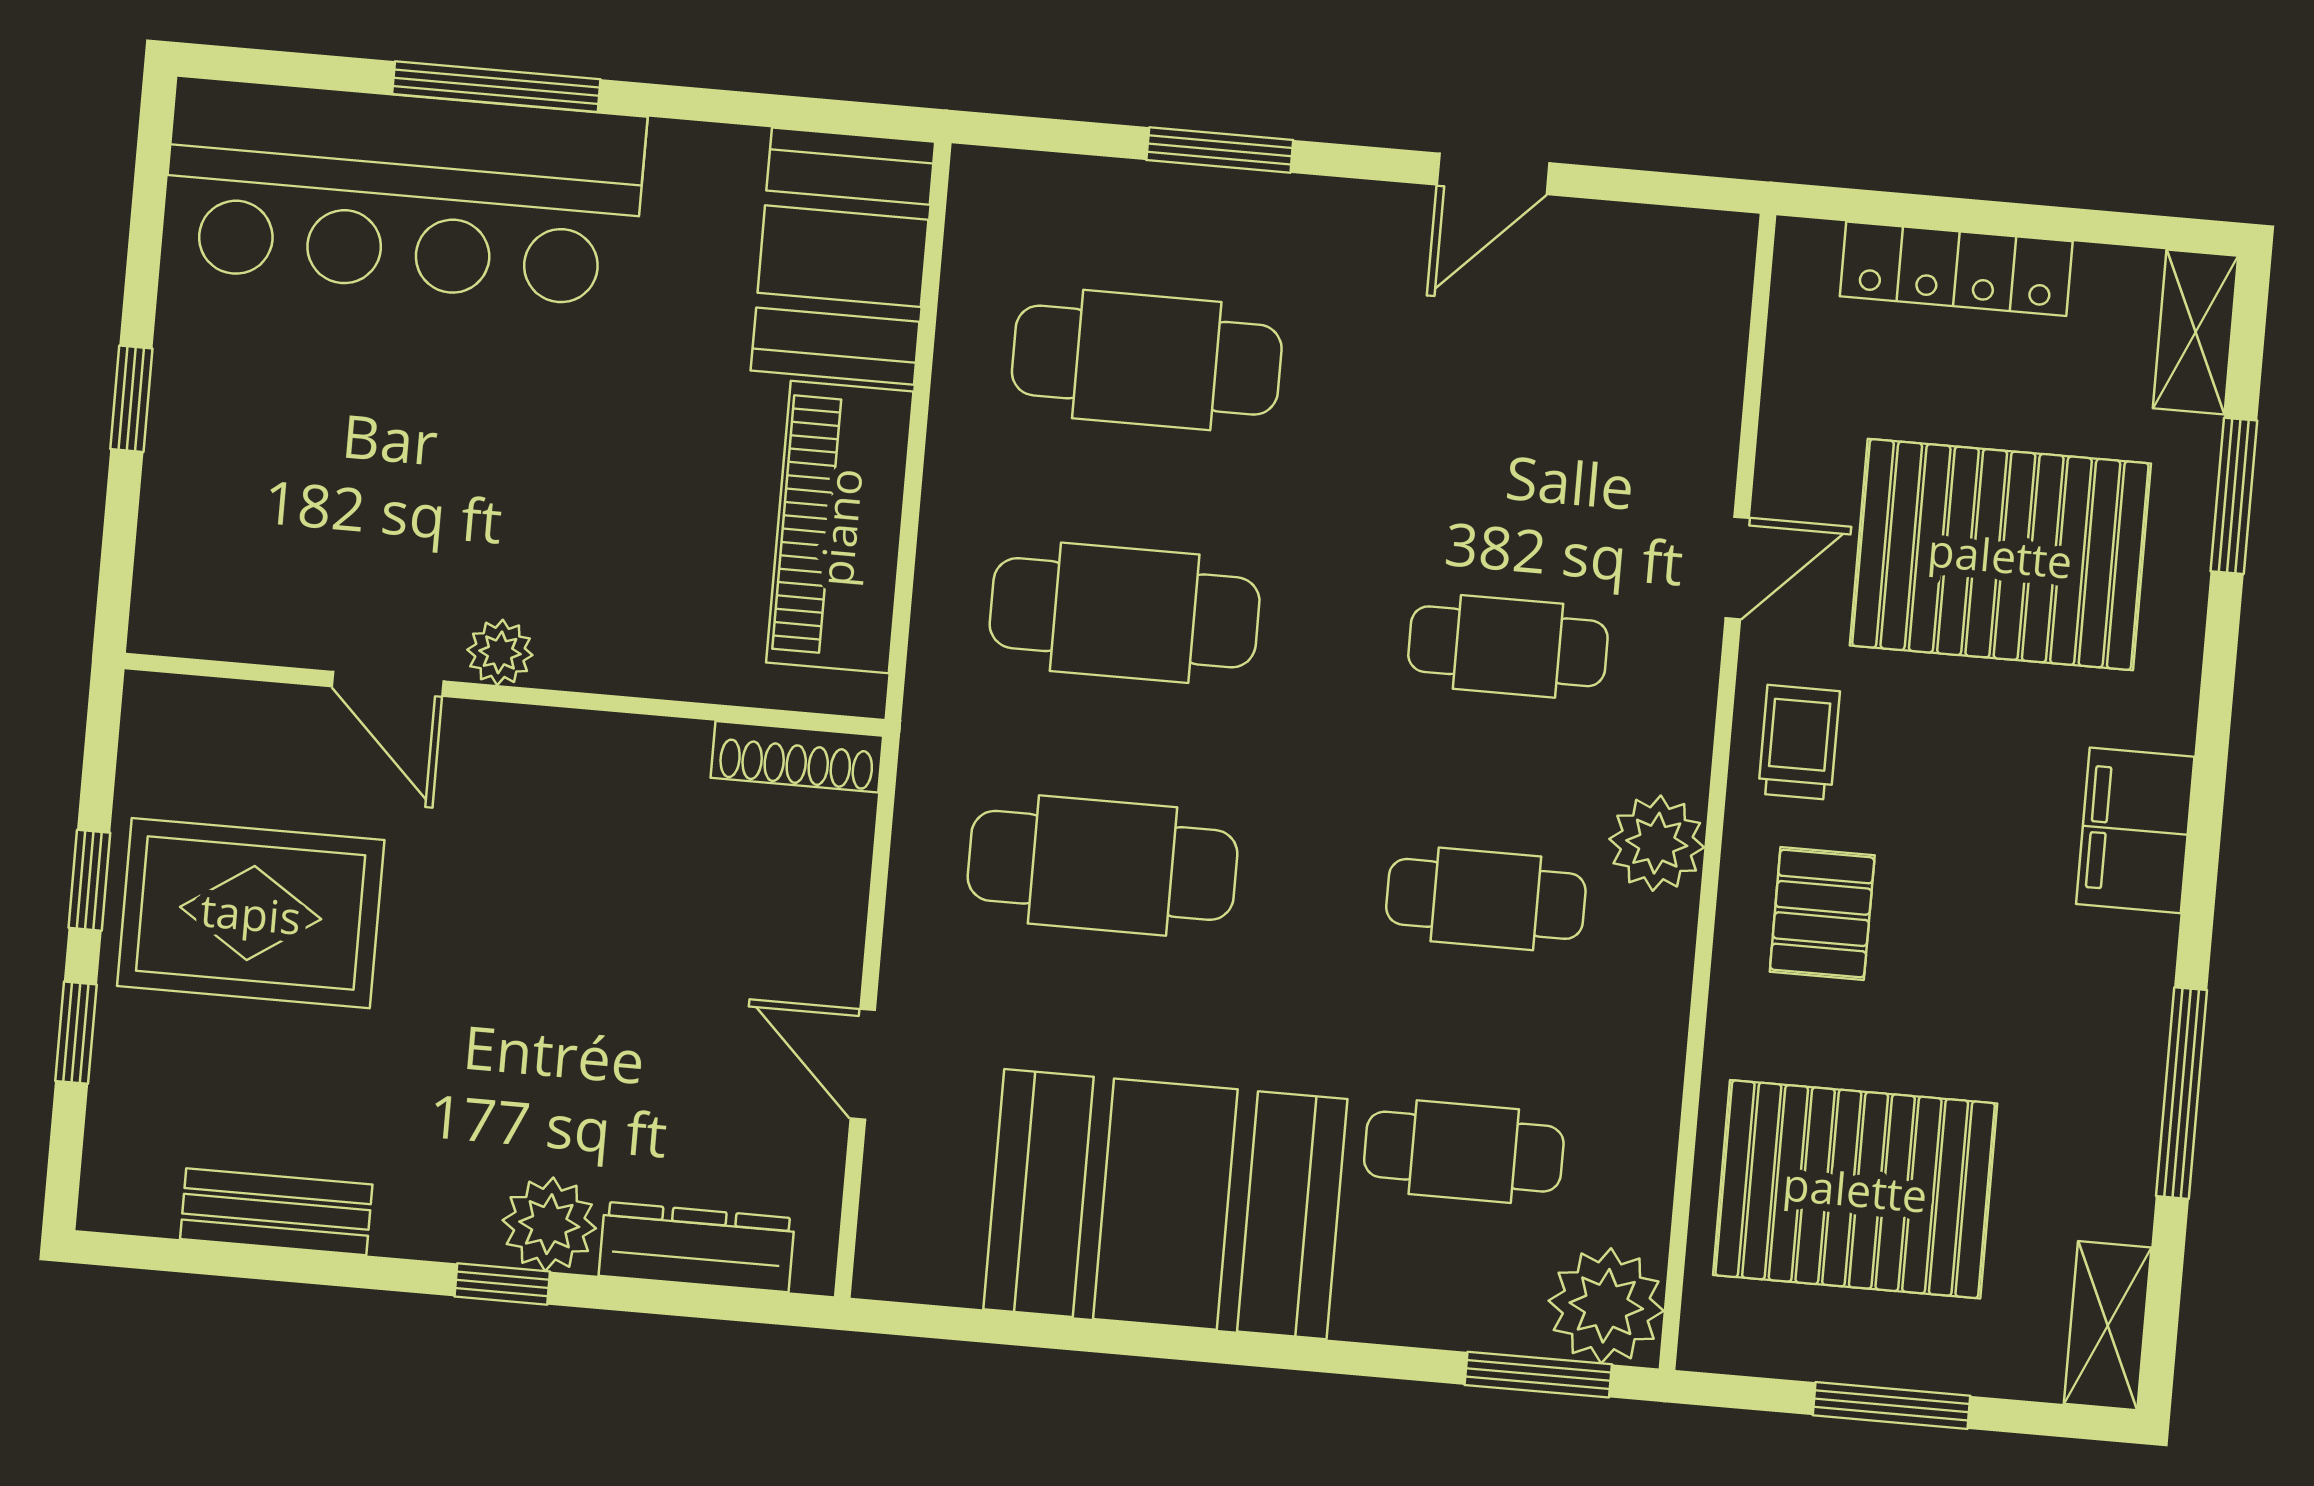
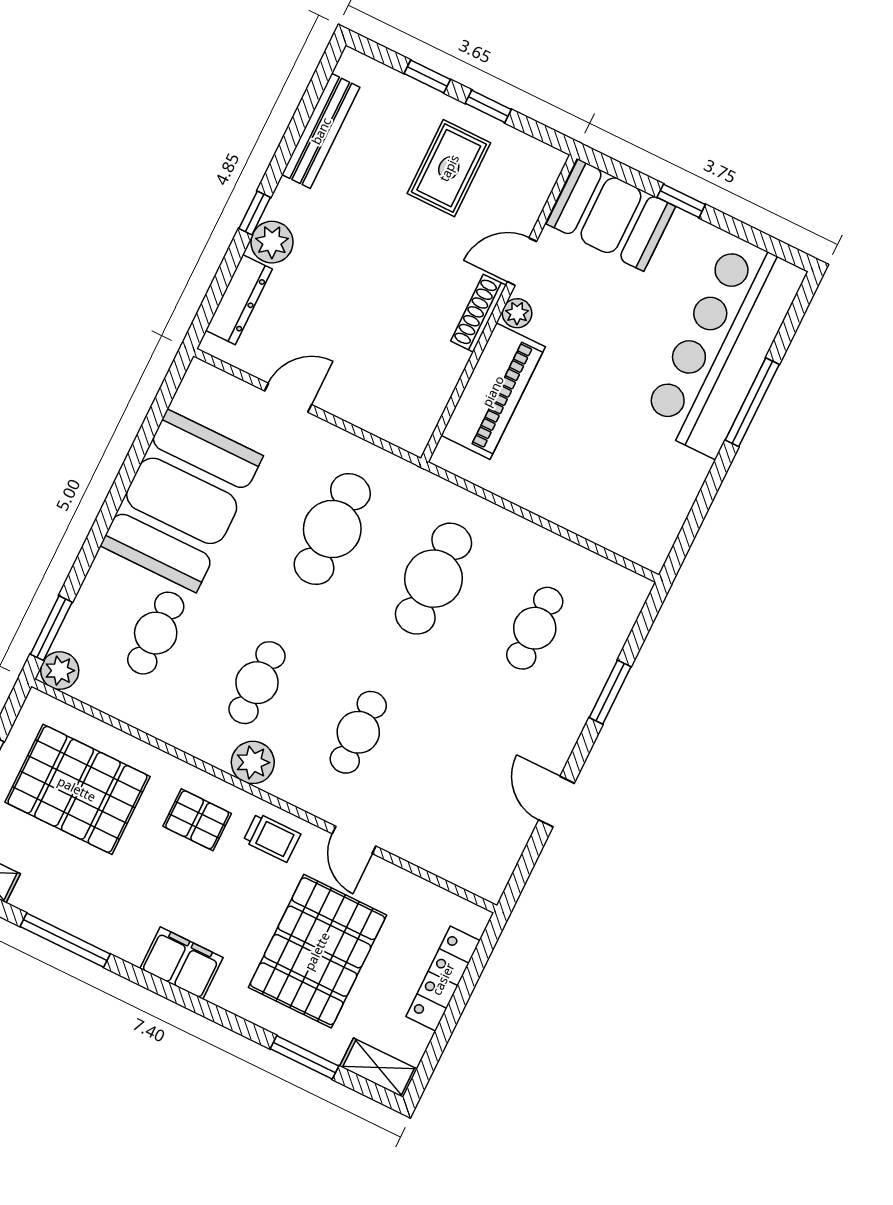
booth: (843, 256) -> (611, 215), moved
cafe table: (1147, 360) -> (535, 628), width x0.73, depth x0.74
piano: (840, 527) -> (493, 391), moved, turned 90
shoe rack: (797, 757) -> (478, 313), moved
rug: (251, 913) -> (449, 168), width x0.73, depth x0.70
pallet: (1855, 1189) -> (77, 789), turned 90
bench: (276, 1212) -> (321, 131), width x1.36
plant: (1606, 1306) -> (60, 671), width x0.73, depth x0.73

